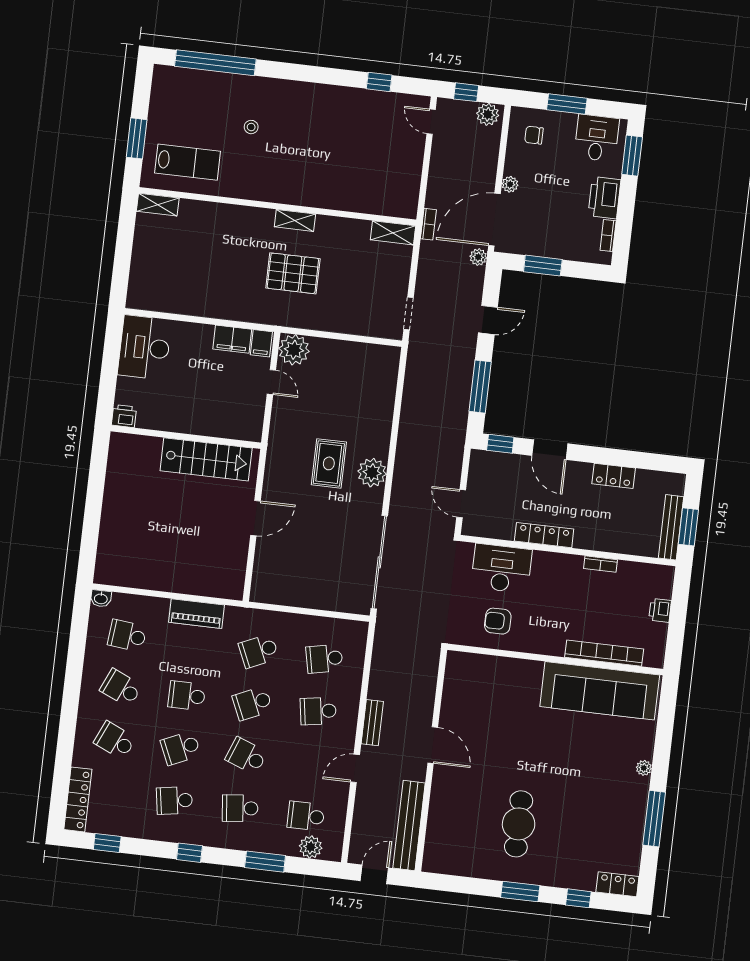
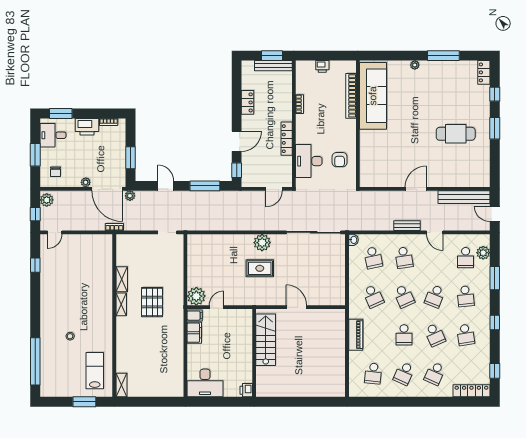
shelving: (393, 233) -> (122, 279), moved
washbasin: (101, 598) -> (353, 240), moved

